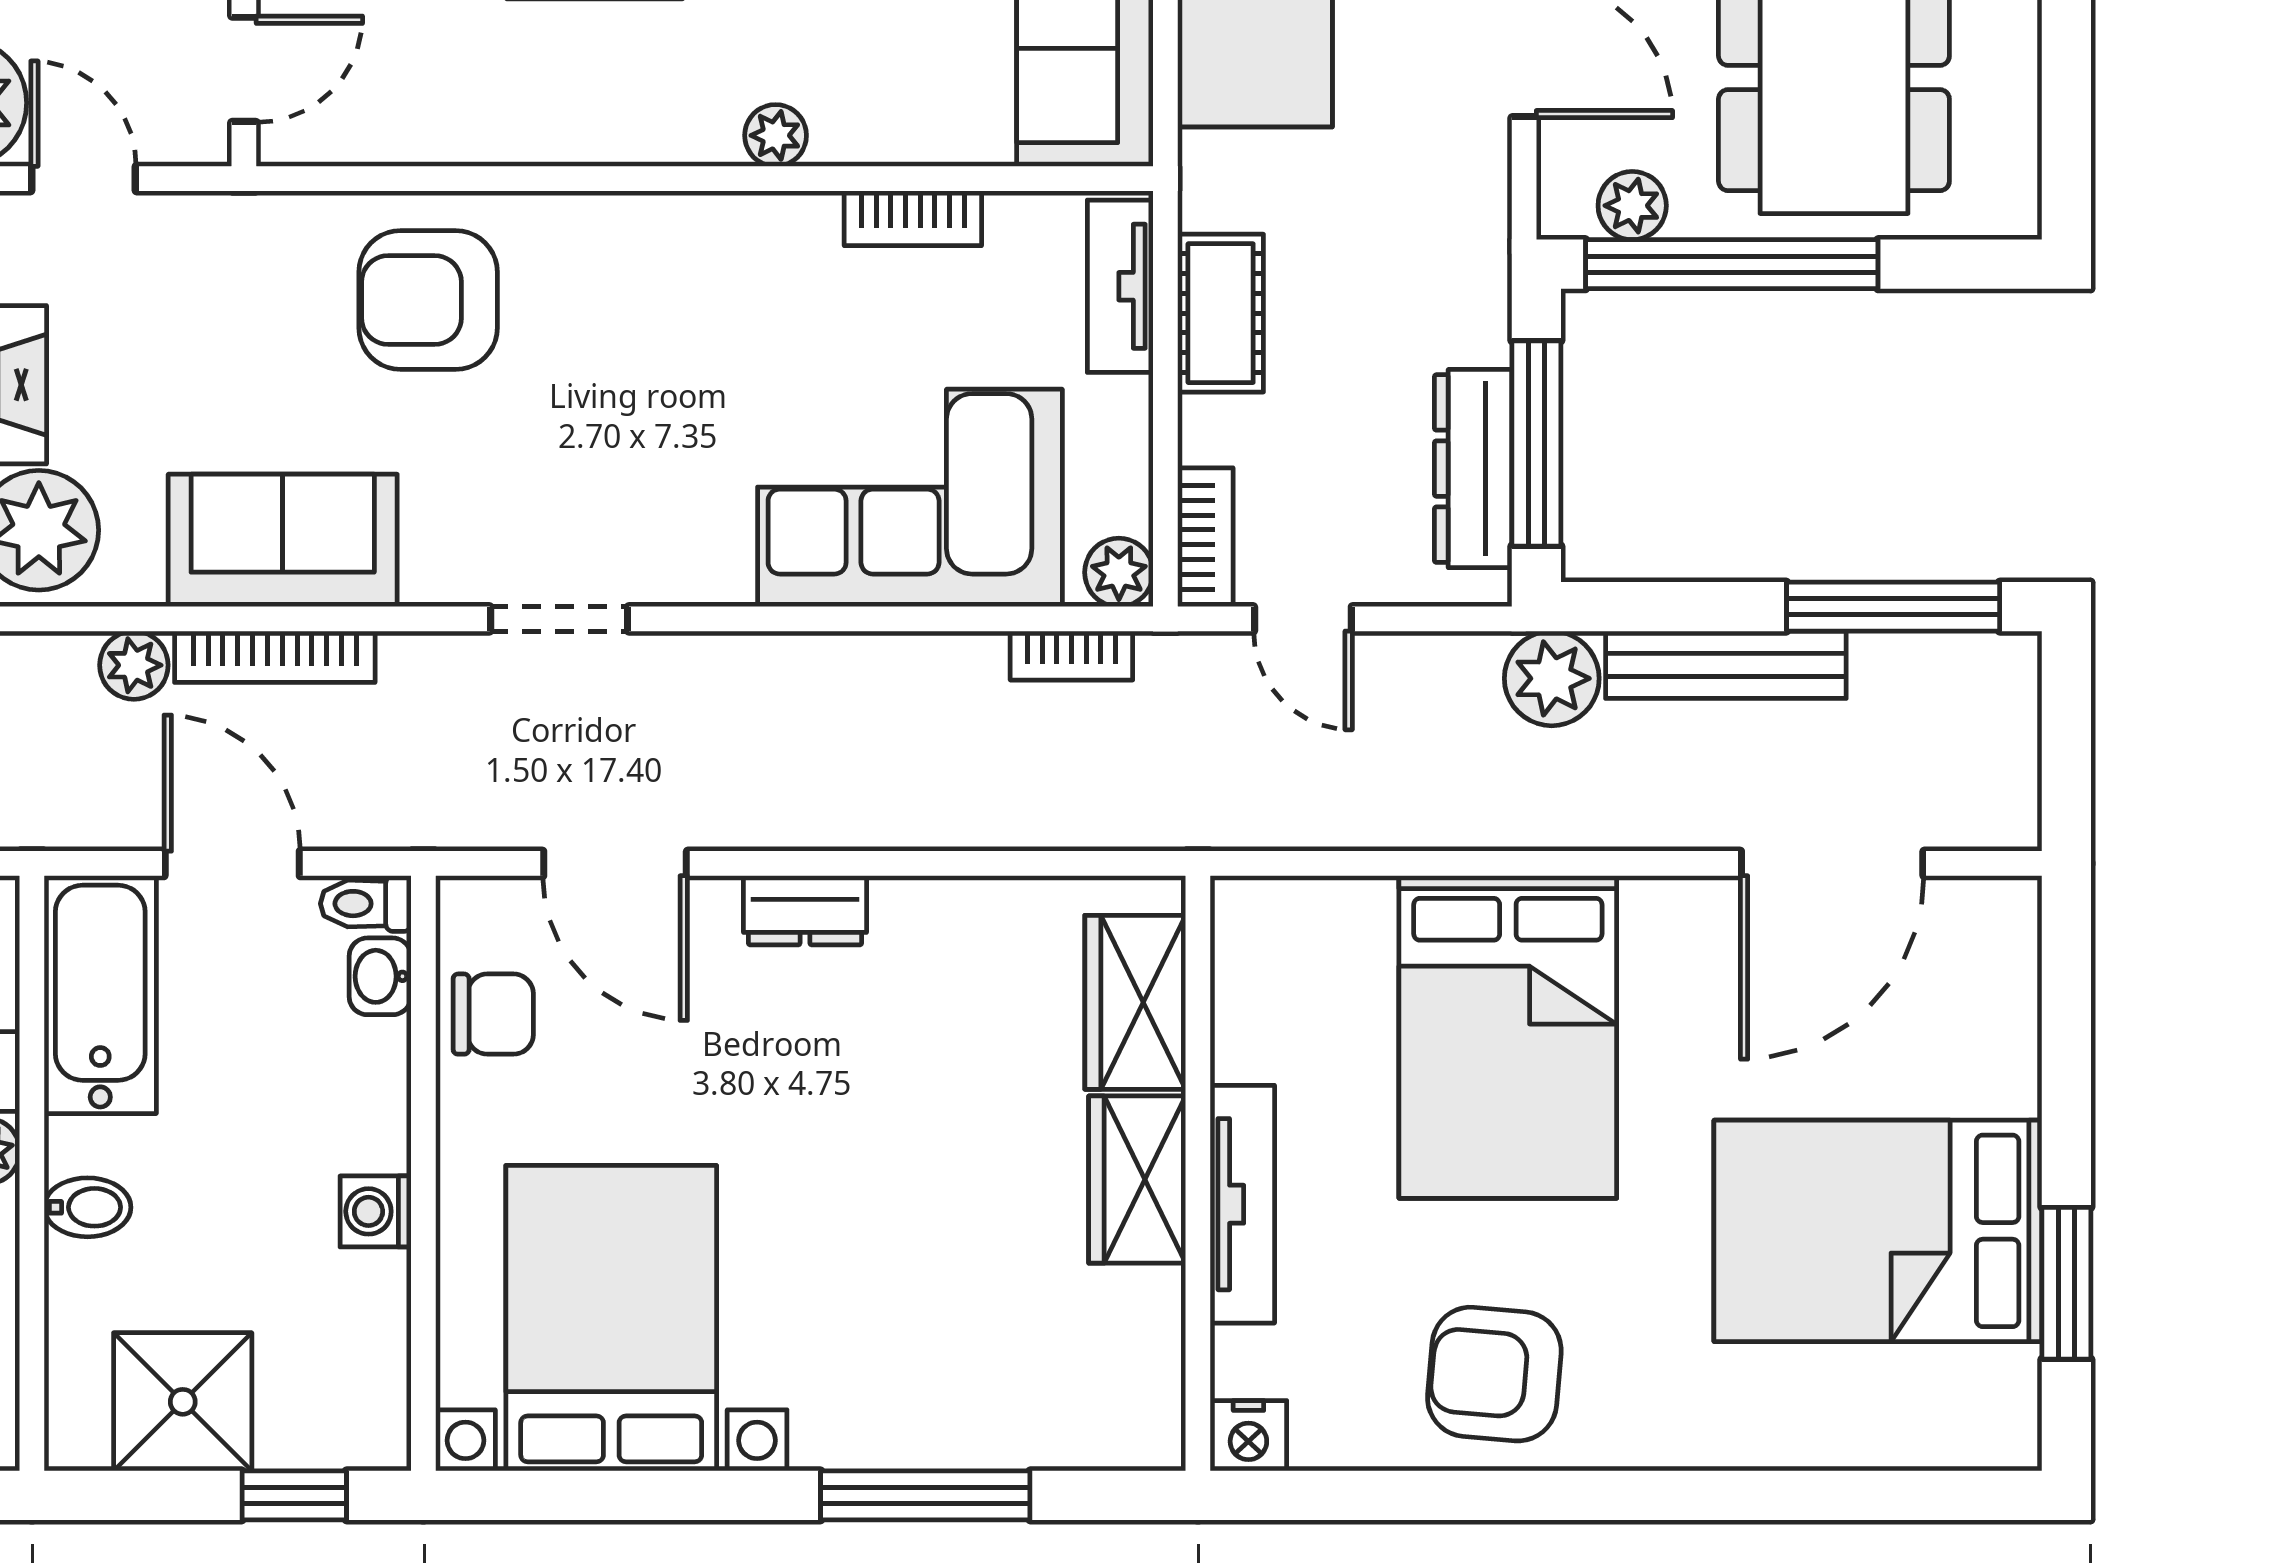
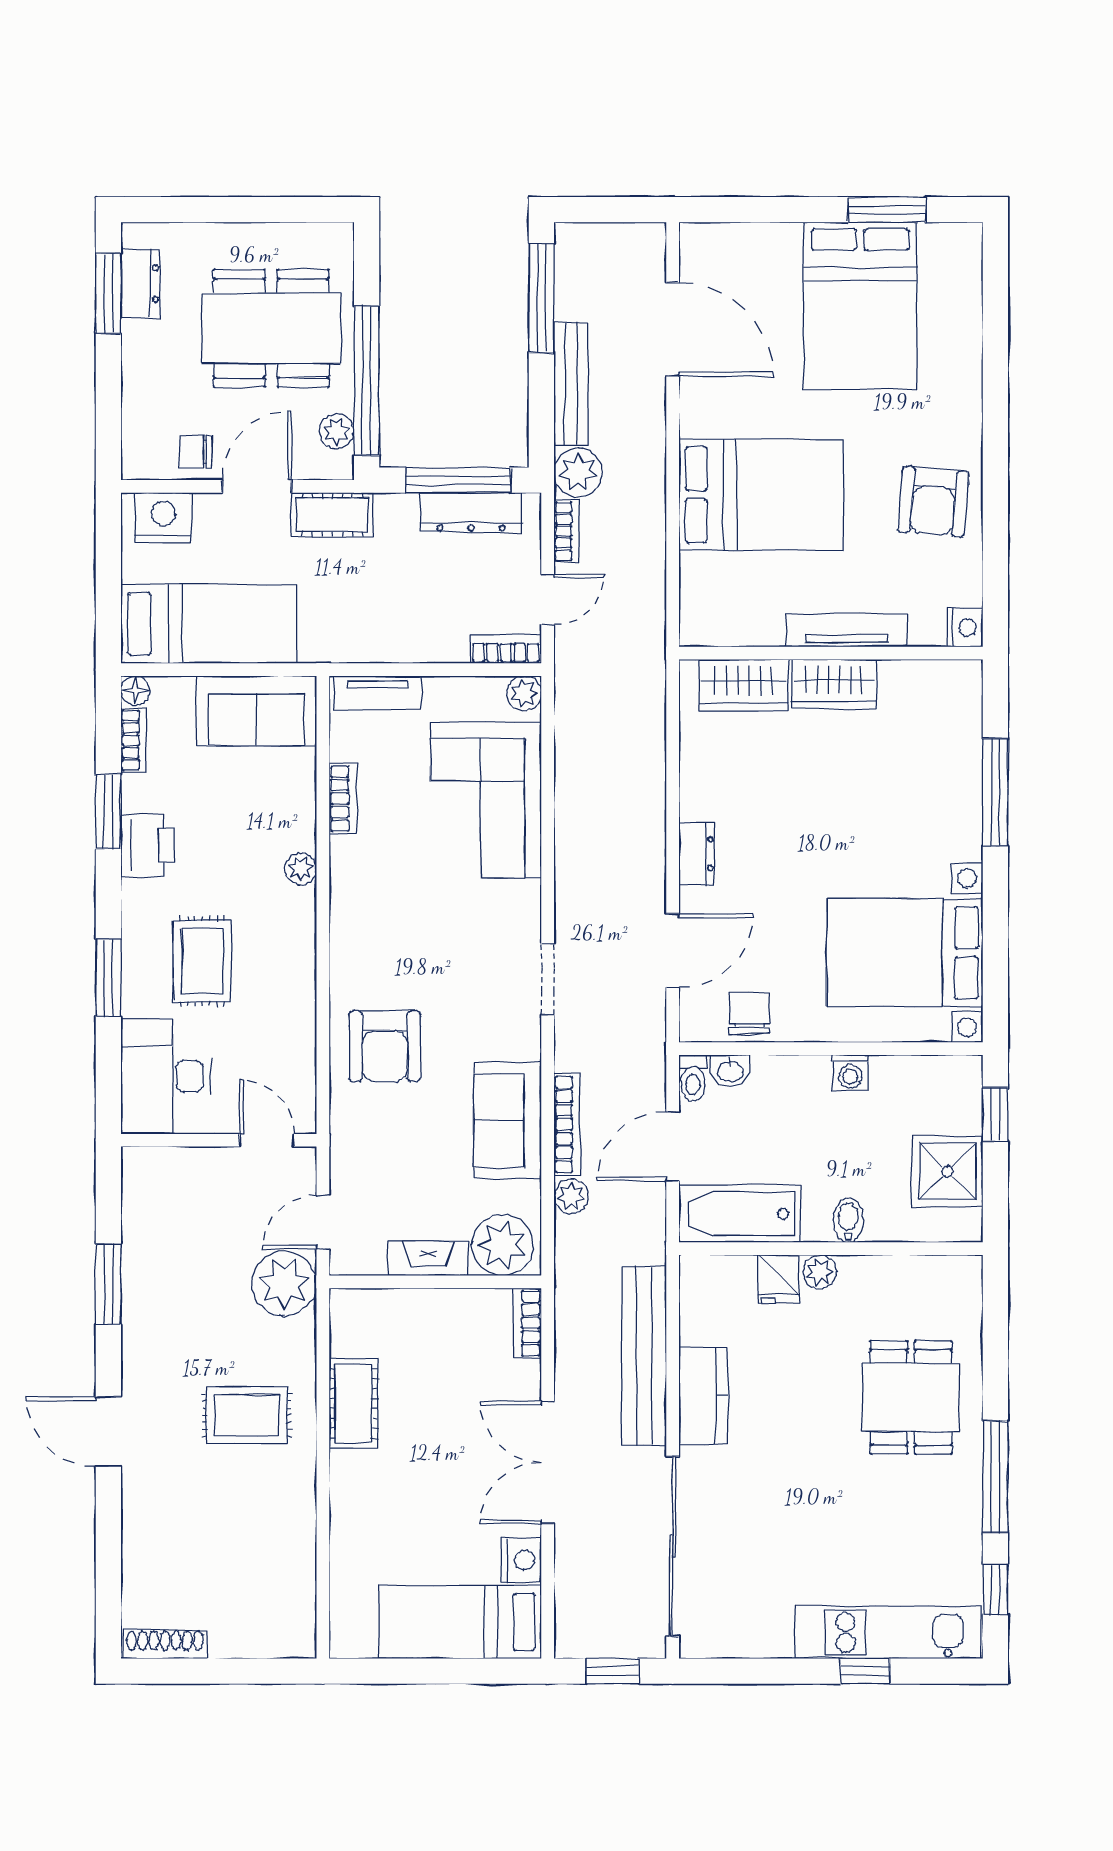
cot: (1221, 313) -> (332, 515), moved
bookcase: (1071, 656) -> (566, 531), moved

